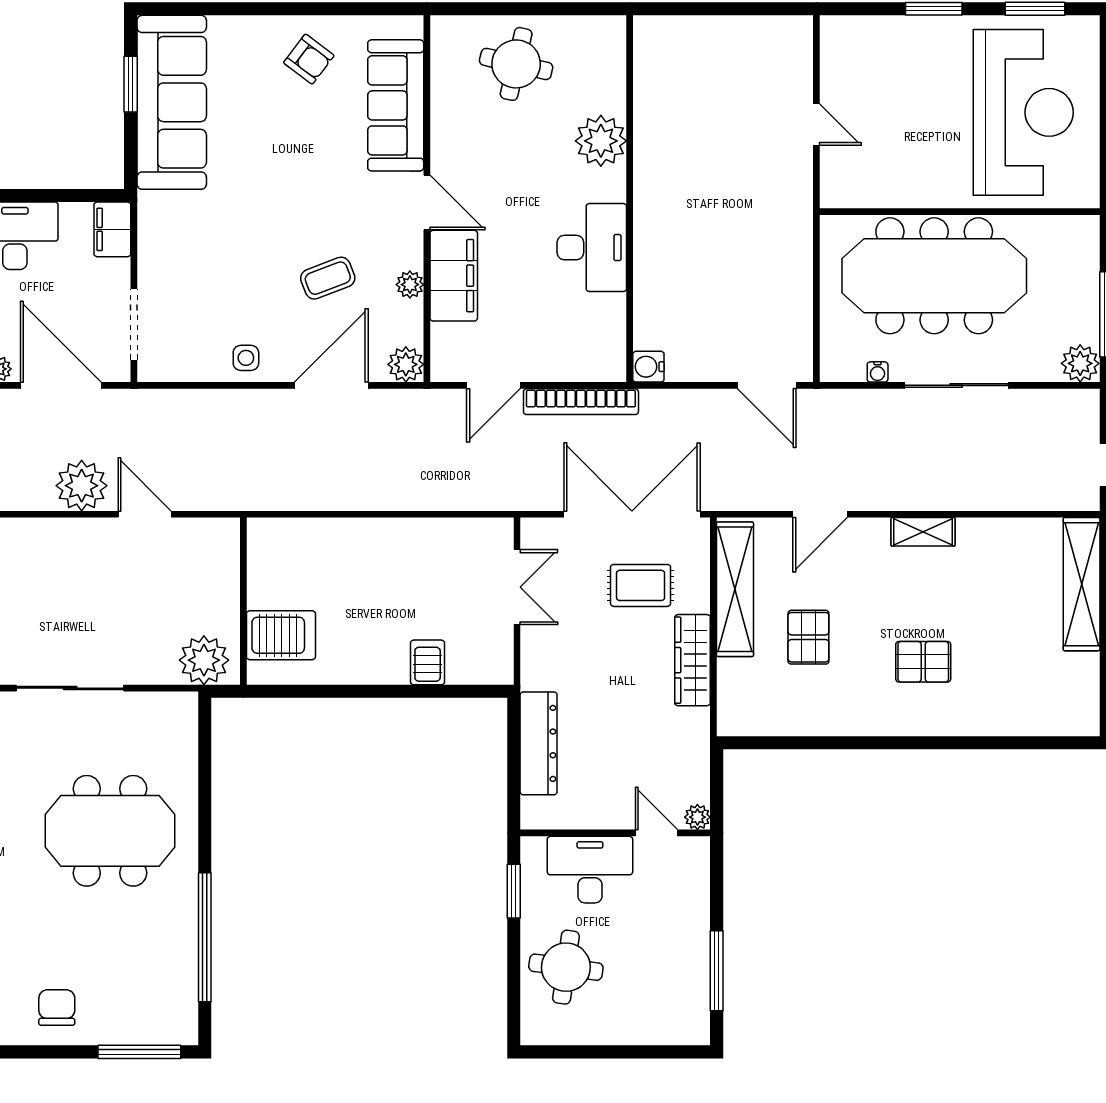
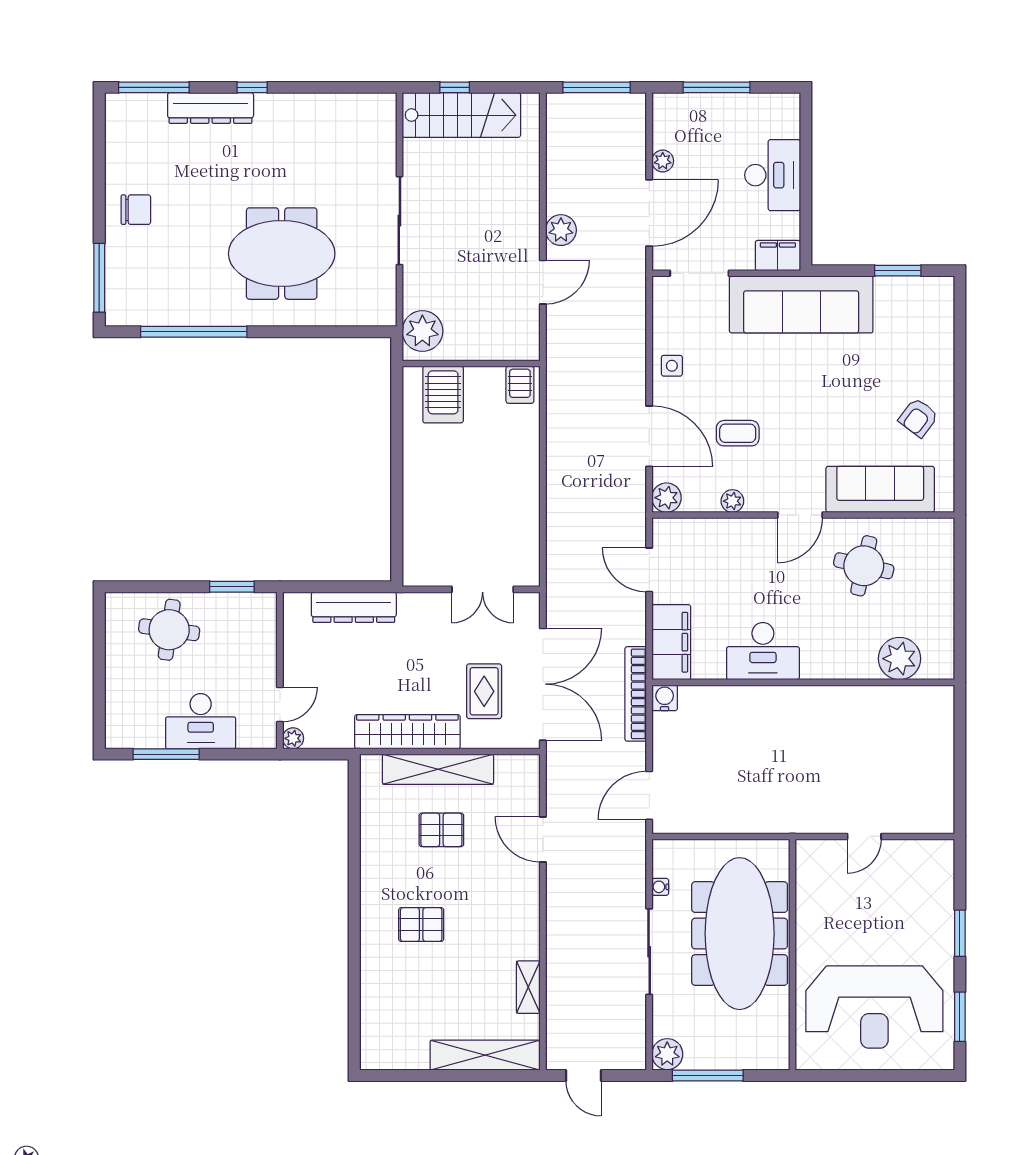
round table: (516, 64) -> (864, 566), moved
sofa: (172, 102) -> (801, 304), moved
plant: (601, 141) -> (900, 659), moved
filing cabinet: (454, 276) -> (671, 642), moved, turned -90
coffee table: (328, 278) -> (738, 433), turned -69
bookcase: (581, 402) -> (636, 694), moved
plant: (82, 486) -> (561, 230), width x0.73, depth x0.73
shelving: (923, 532) -> (528, 987), moved
shelving: (735, 589) -> (438, 769), moved
wardrobe: (693, 660) -> (407, 732), width x1.40, depth x1.17
server rack: (428, 662) -> (520, 385), moved, turned 90
pallet: (923, 662) -> (421, 925), turned 90
meeting table: (110, 831) -> (282, 254), turned 90
desk: (590, 870) -> (201, 721), moved, turned 90

